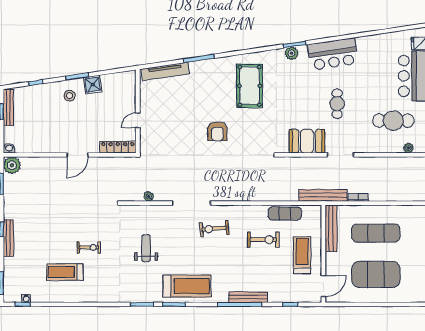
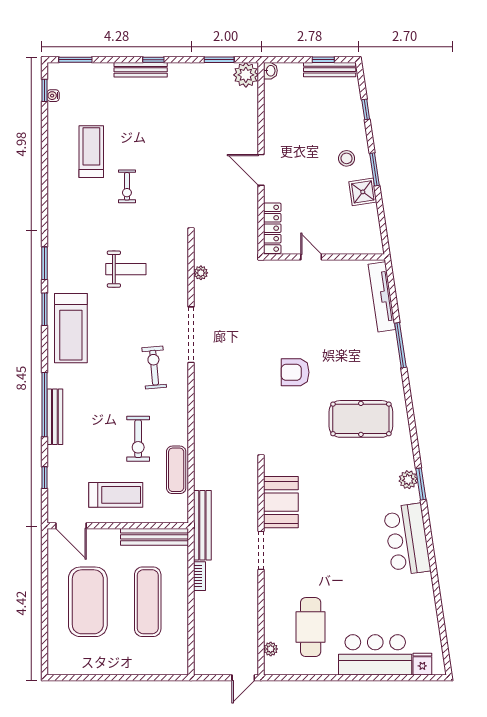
cafe table: (337, 104) -> (335, 546), removed

